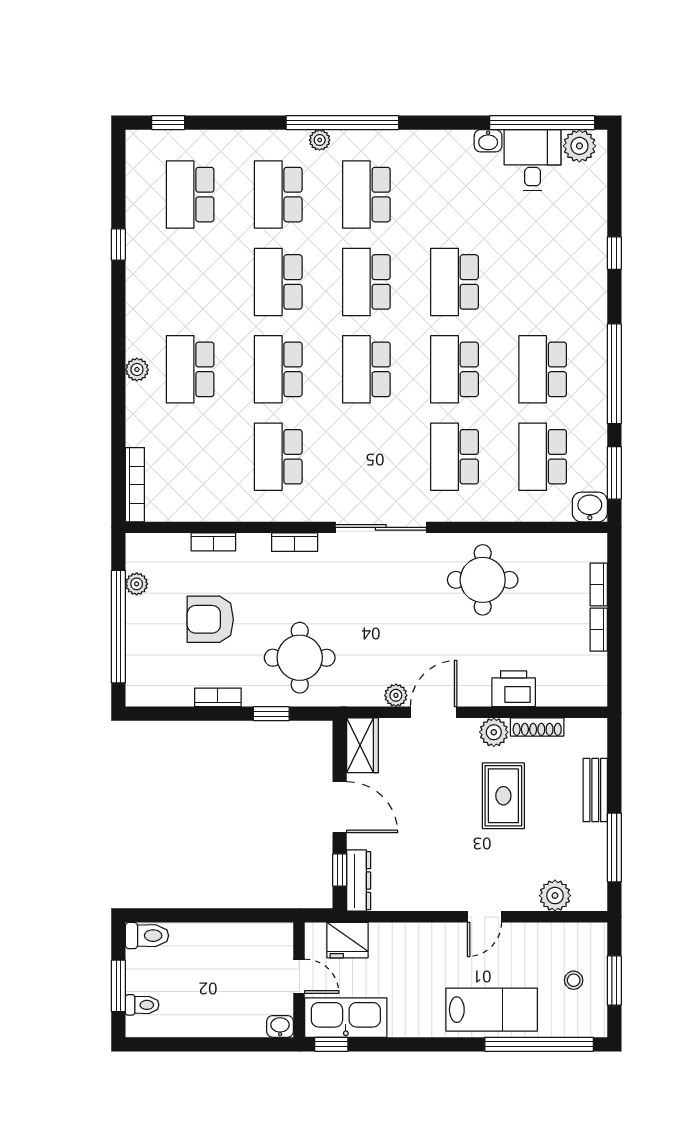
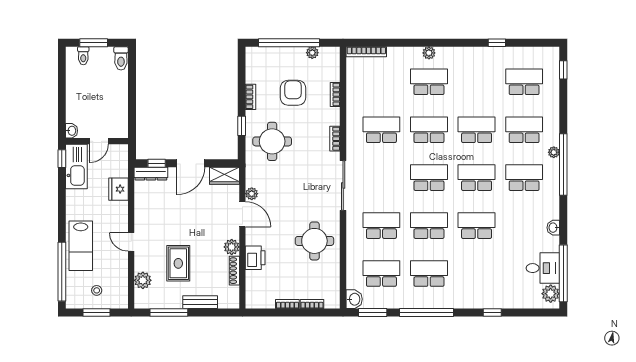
washbasin: (488, 141) -> (553, 228), moved
rug: (503, 796) -> (178, 263), moved, turned 90
fridge: (347, 940) -> (119, 189), moved

